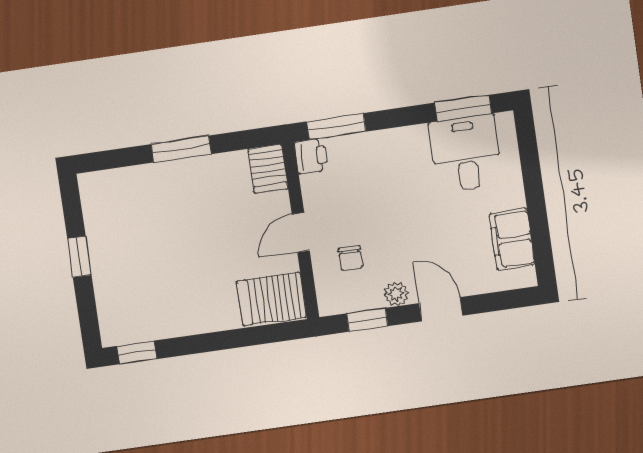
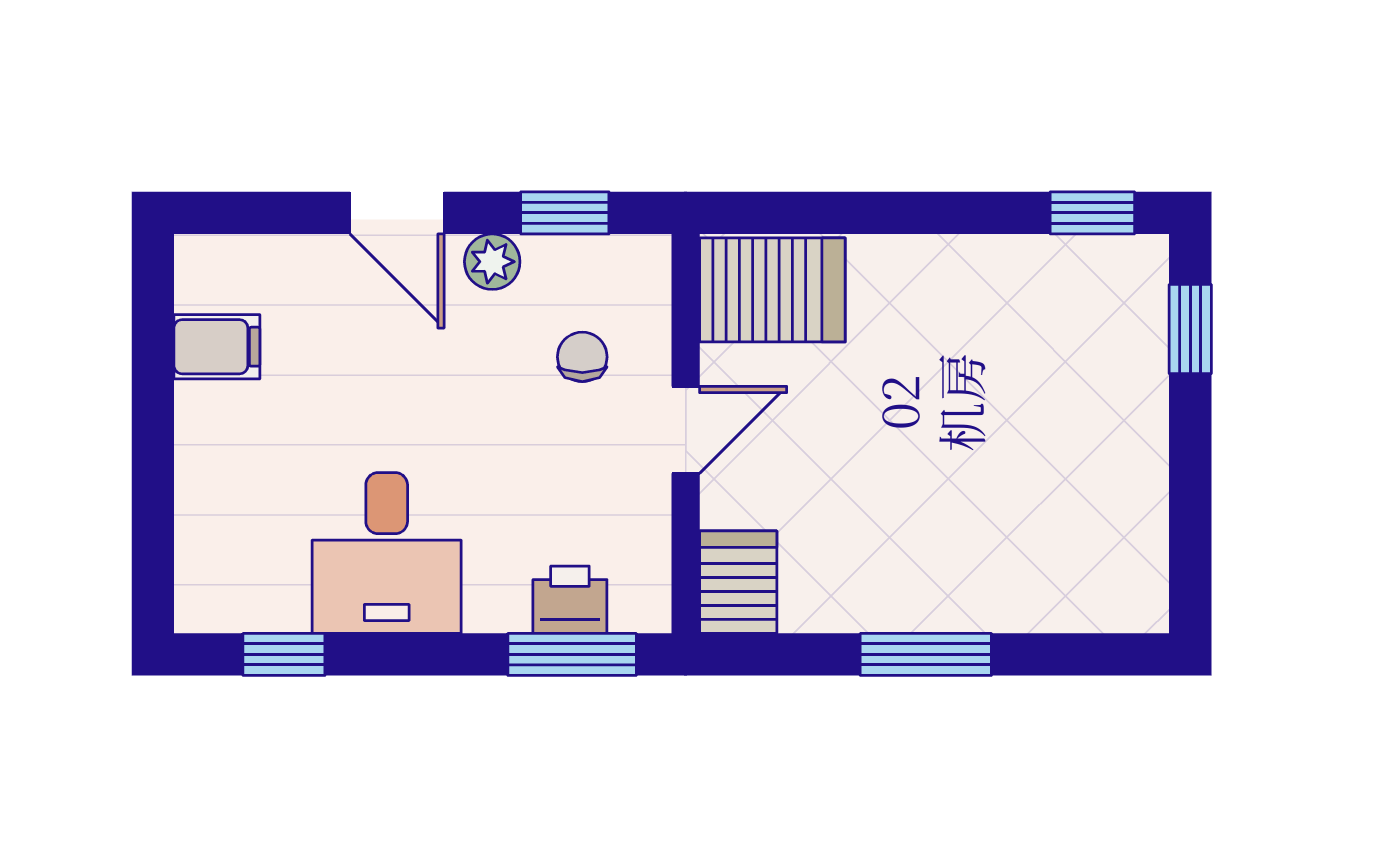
window: (463, 108) -> (284, 654), width x0.67
desk: (466, 153) -> (387, 553), moved
printer: (311, 156) -> (570, 600), moved, turned 90
filing cabinet: (512, 239) -> (217, 347), width x0.50
window: (79, 257) -> (1190, 329), moved

